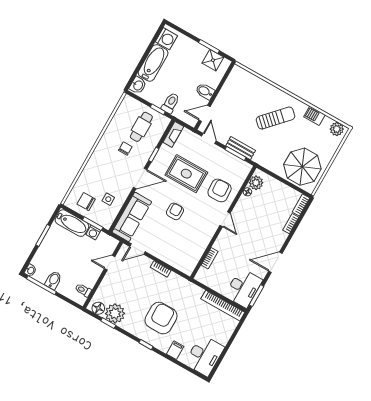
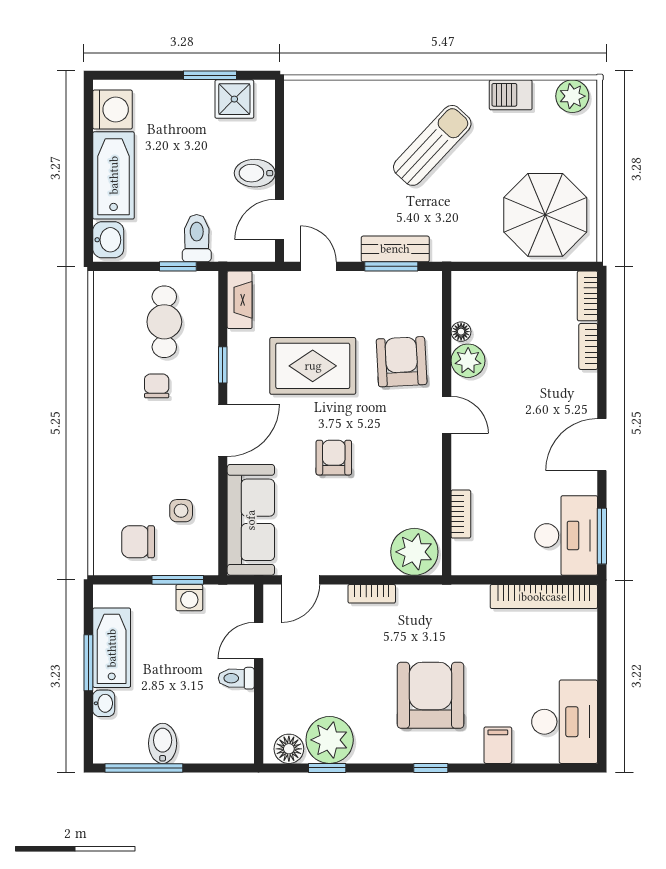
plant: (256, 183) -> (468, 361), moved
bathtub: (72, 223) -> (112, 648), moved, turned -90
plant: (185, 262) -> (414, 552), added
washbasin: (30, 270) -> (104, 703), moved
toilet: (83, 290) -> (236, 678), moved

